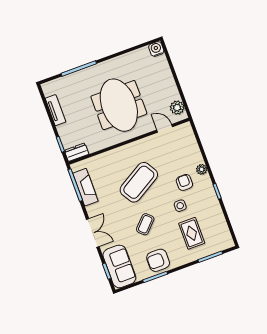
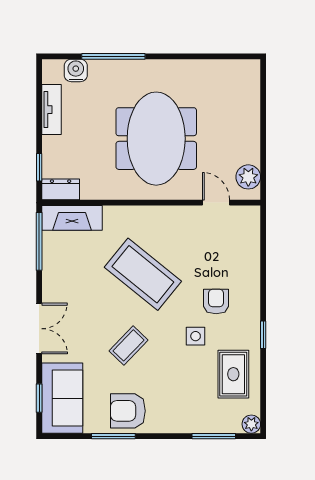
water cooler: (156, 49) -> (76, 70), moved
plant: (202, 169) -> (251, 424), moved
coffee table: (139, 182) -> (143, 274), turned 70
fireplace: (85, 187) -> (72, 218), moved, turned 90
rug: (192, 233) -> (233, 374), moved

